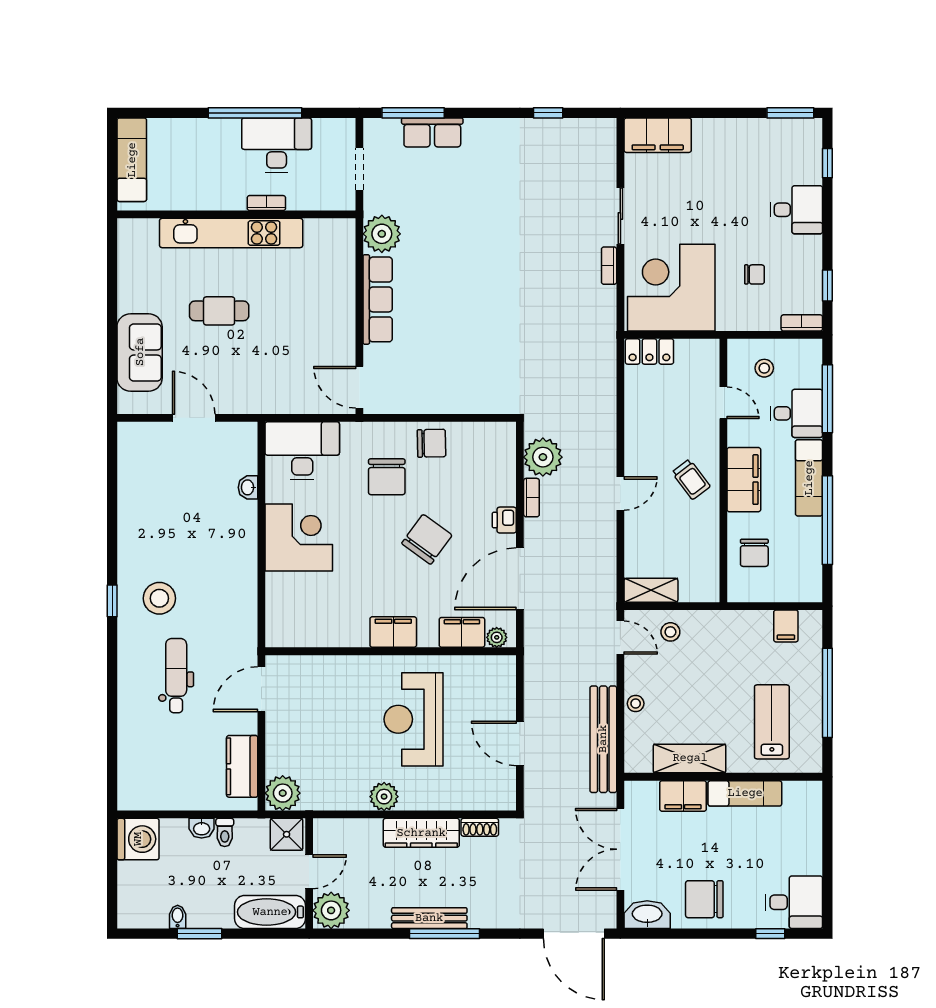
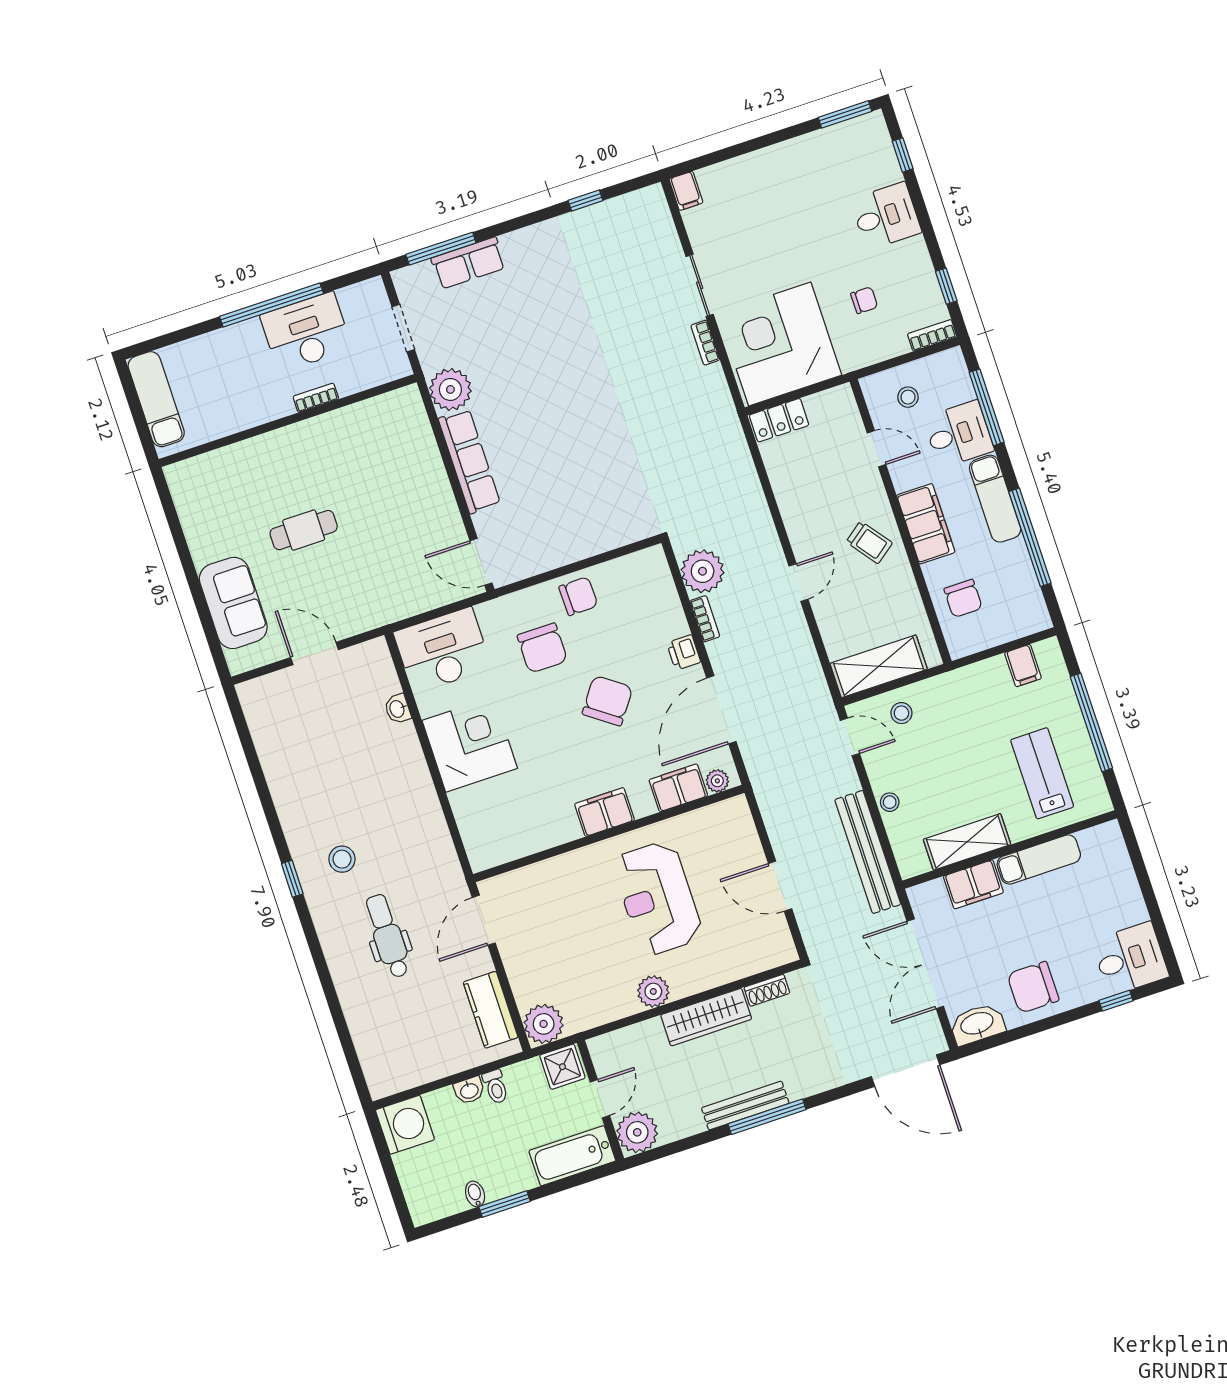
filing cabinet: (658, 135) -> (686, 191), width x0.33, depth x0.86
kitchen unit: (231, 233) -> (289, 442), removed
shelving: (651, 590) -> (879, 666), width x1.50, depth x1.33
stool: (159, 598) -> (342, 859), width x0.73, depth x0.73

